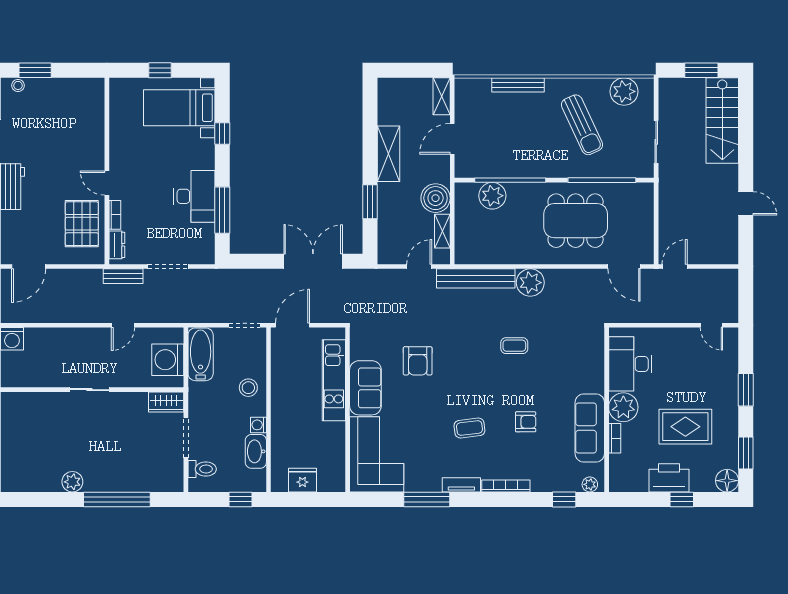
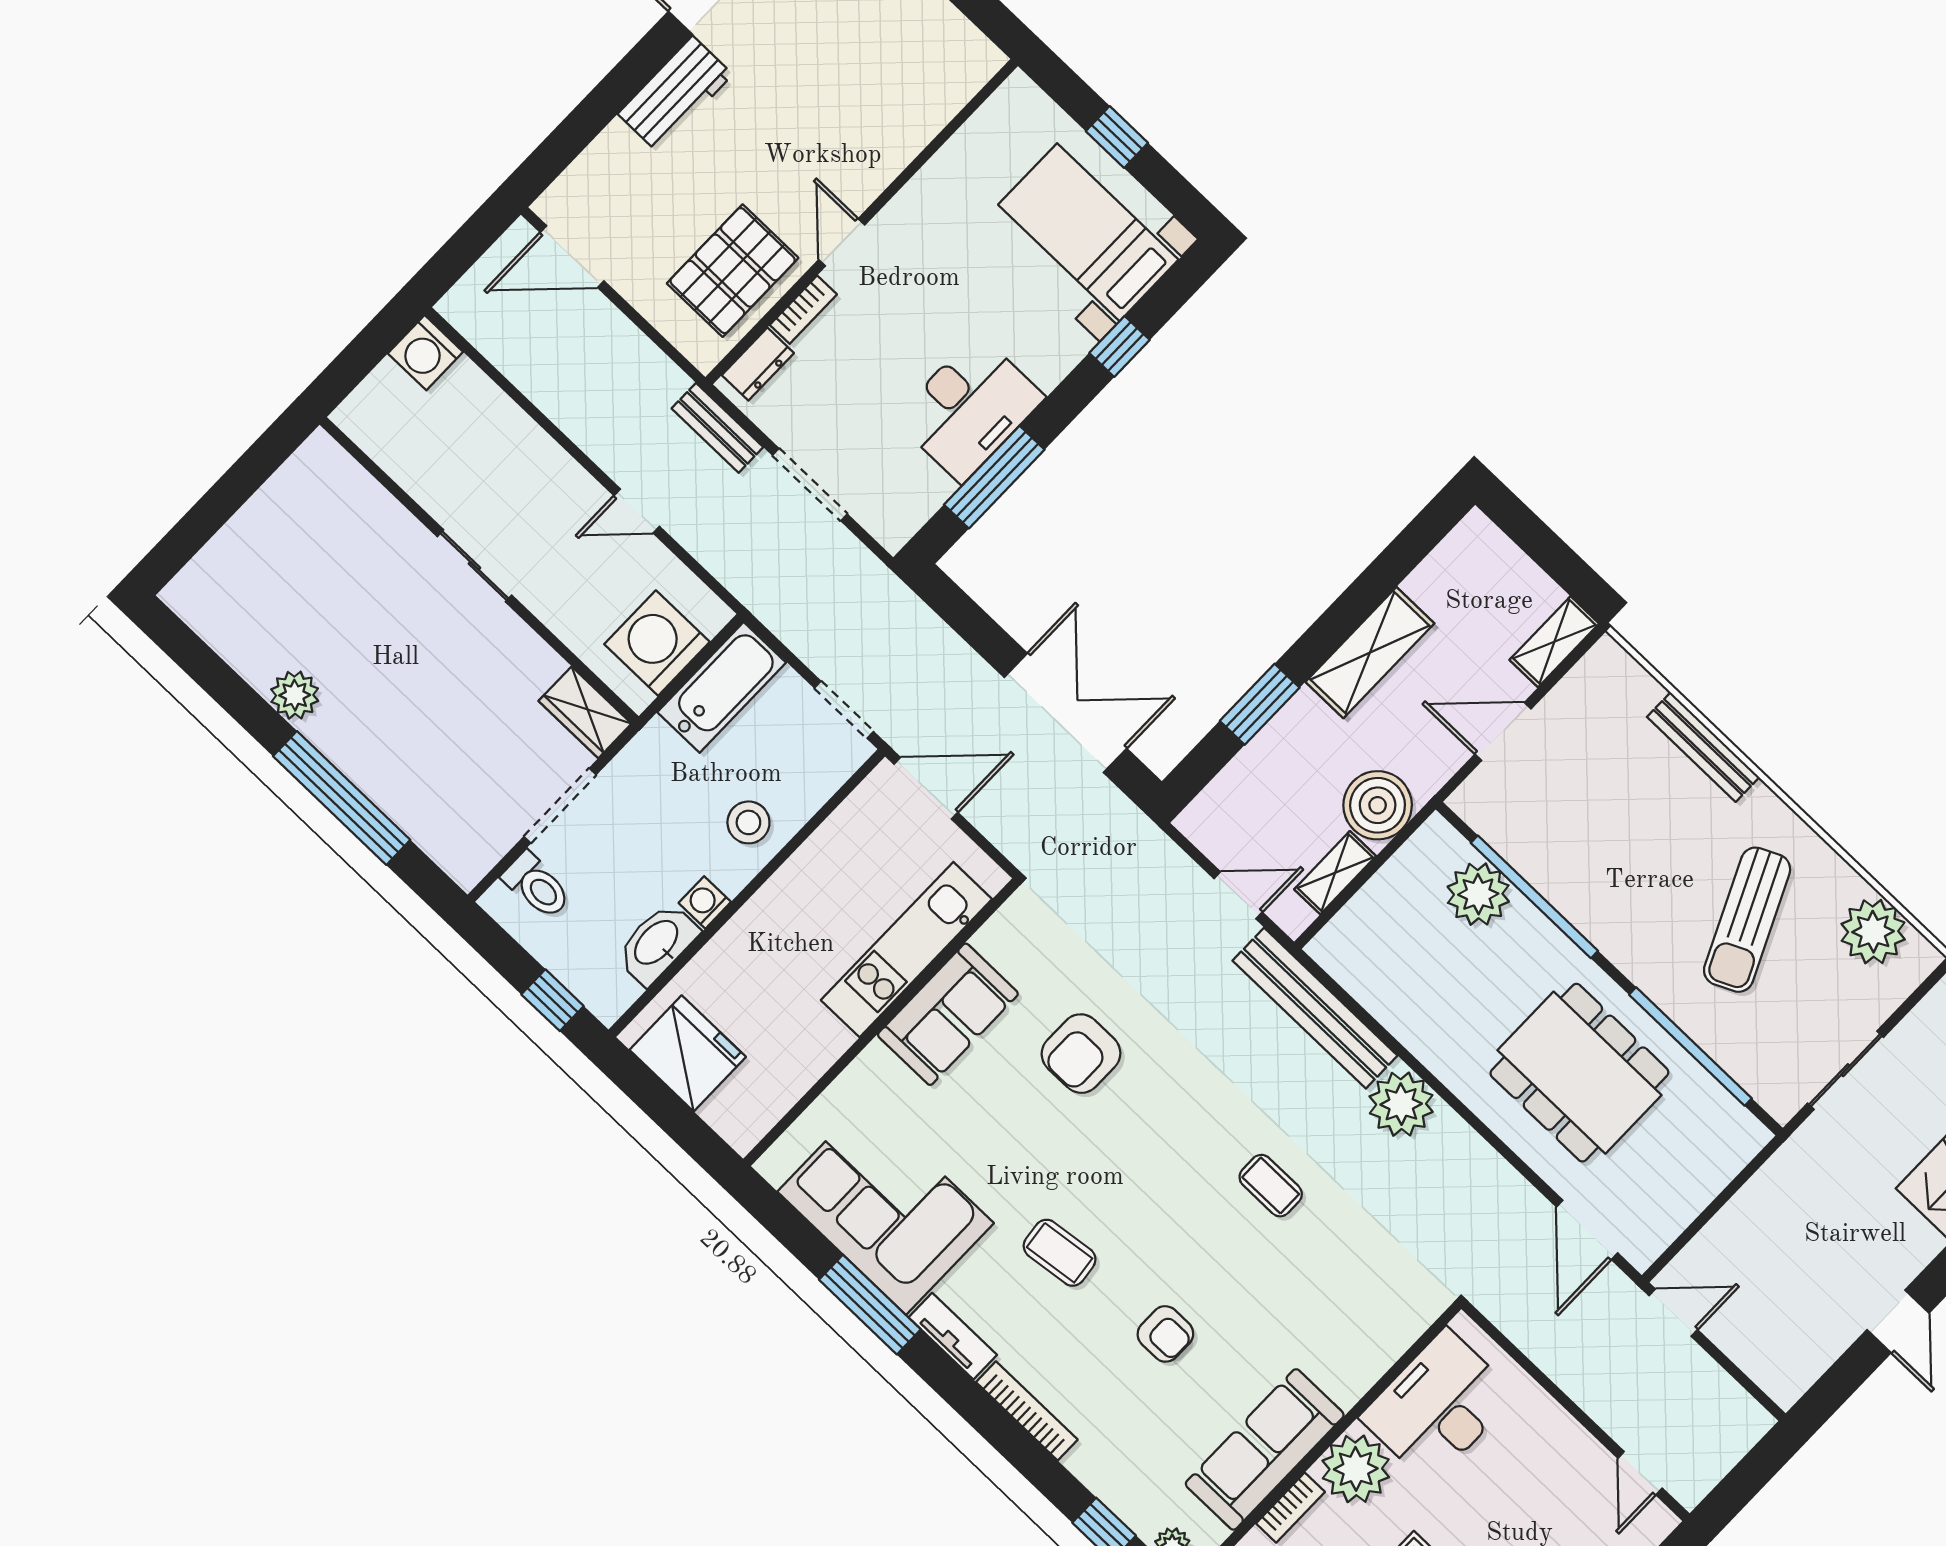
corner sofa: (377, 454) -> (886, 1207), moved, turned -90
fridge: (302, 480) -> (688, 1053), width x1.36, depth x1.34

